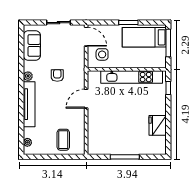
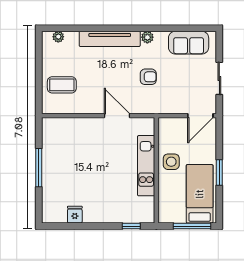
side table: (102, 54) -> (171, 162), moved
kitchen unit: (132, 77) -> (146, 166), width x0.73
fridge: (158, 125) -> (75, 215), width x0.53, depth x0.75

